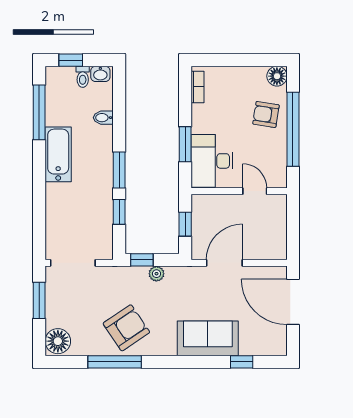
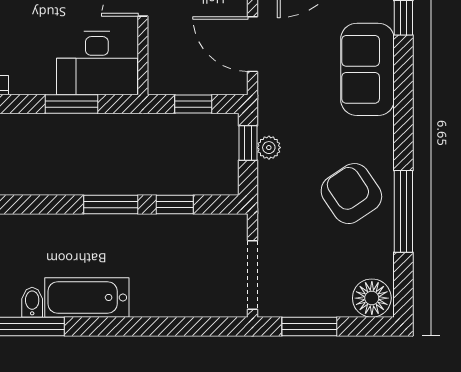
bidet: (103, 118) -> (32, 302), moved, turned 180
window: (142, 260) -> (248, 143), moved

